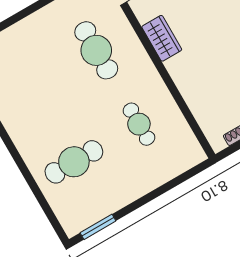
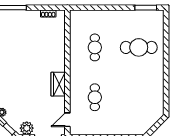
cafe table: (96, 50) -> (95, 97), width x0.73, depth x0.74

